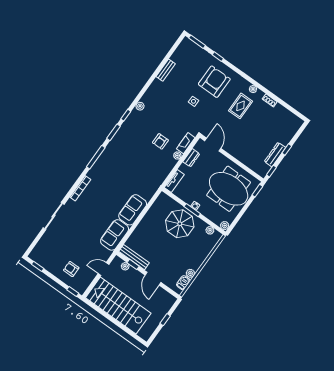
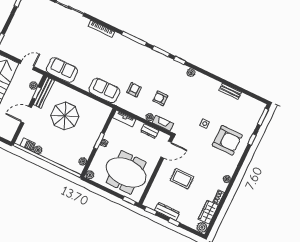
rug: (240, 106) -> (182, 179), moved
wardrobe: (283, 113) -> (208, 212), added
plant: (297, 122) -> (202, 227), added
meeting table: (229, 189) -> (126, 172), turned 90
sofa: (133, 210) -> (104, 90), moved
parasol: (180, 224) -> (65, 116), moved
armchair: (71, 269) -> (134, 90), moved
door: (103, 269) -> (27, 65), hinge flipped

